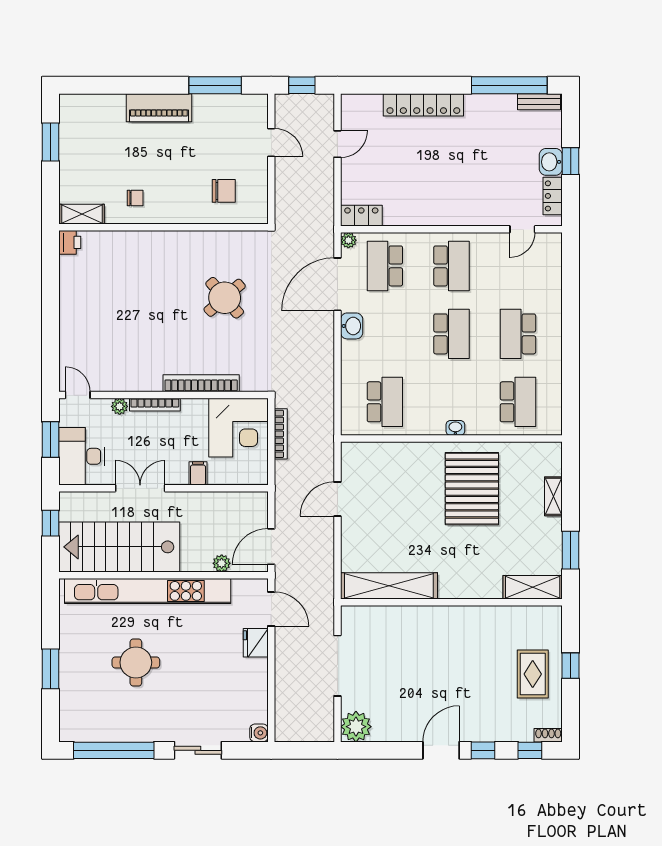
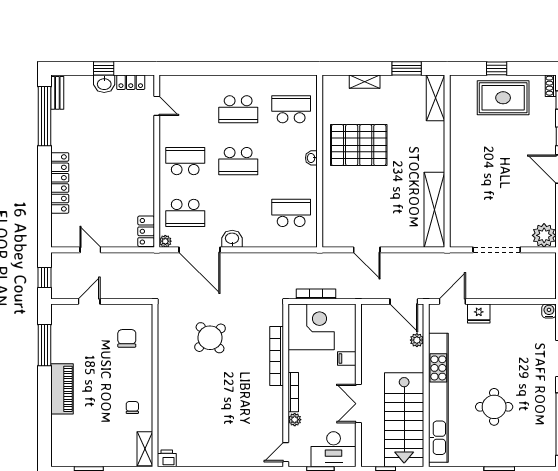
school desk: (451, 334) -> (238, 161), turned 180
rug: (533, 674) -> (503, 98), width x1.36, depth x1.43

